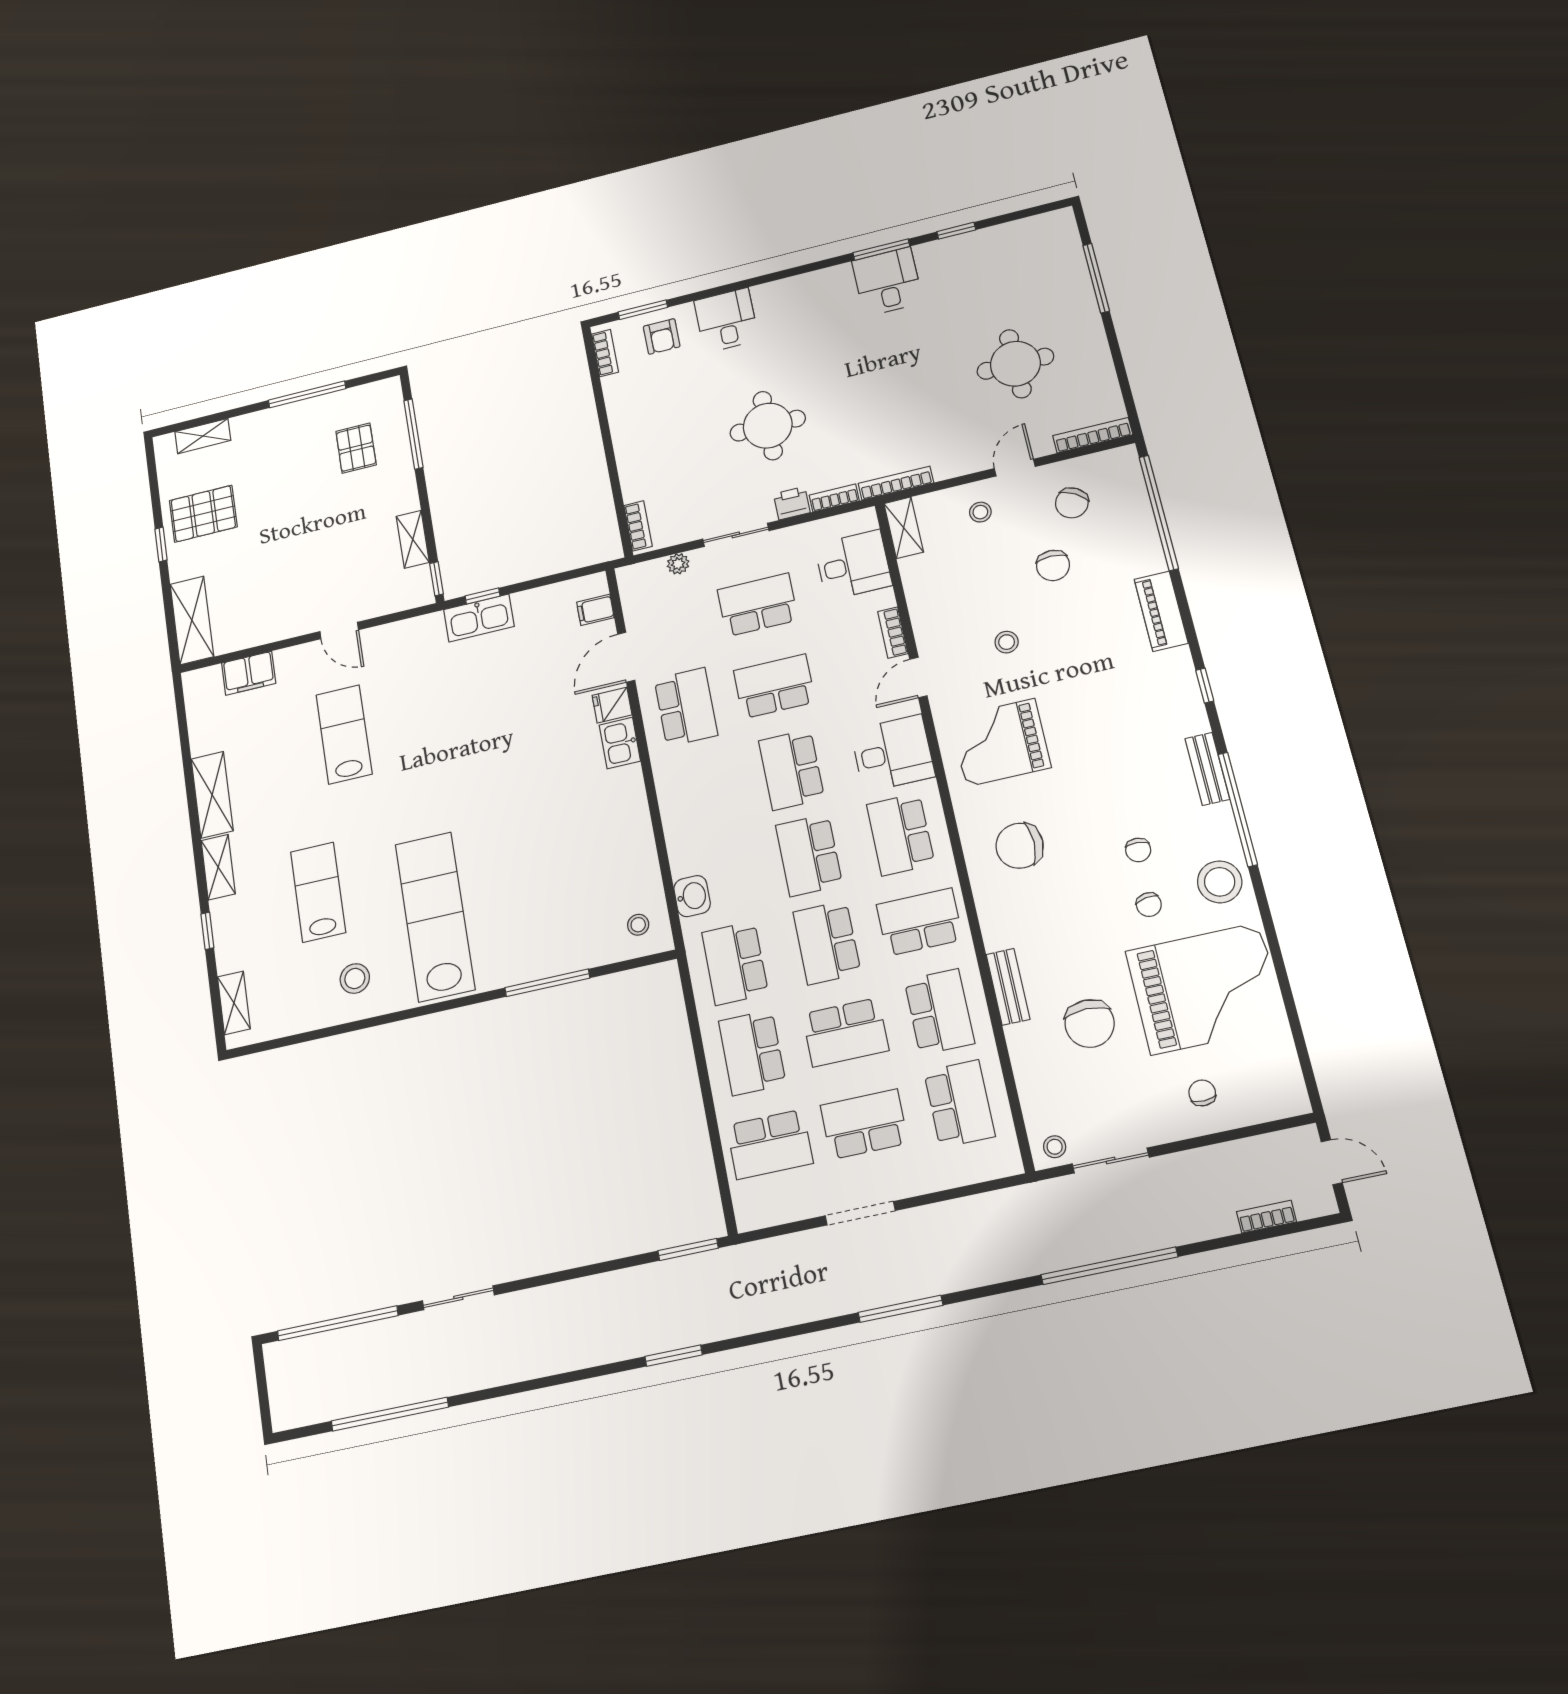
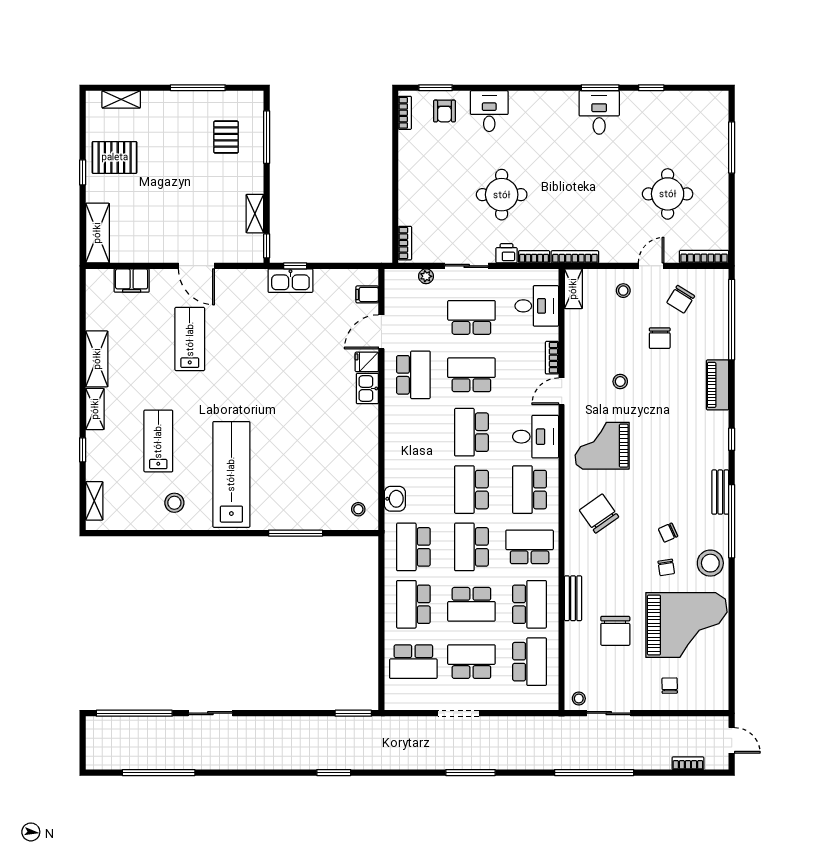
door: (339, 631) -> (196, 266), width x1.38
chair: (1020, 846) -> (599, 514), turned 55
chair: (1138, 850) -> (668, 533), turned 63

